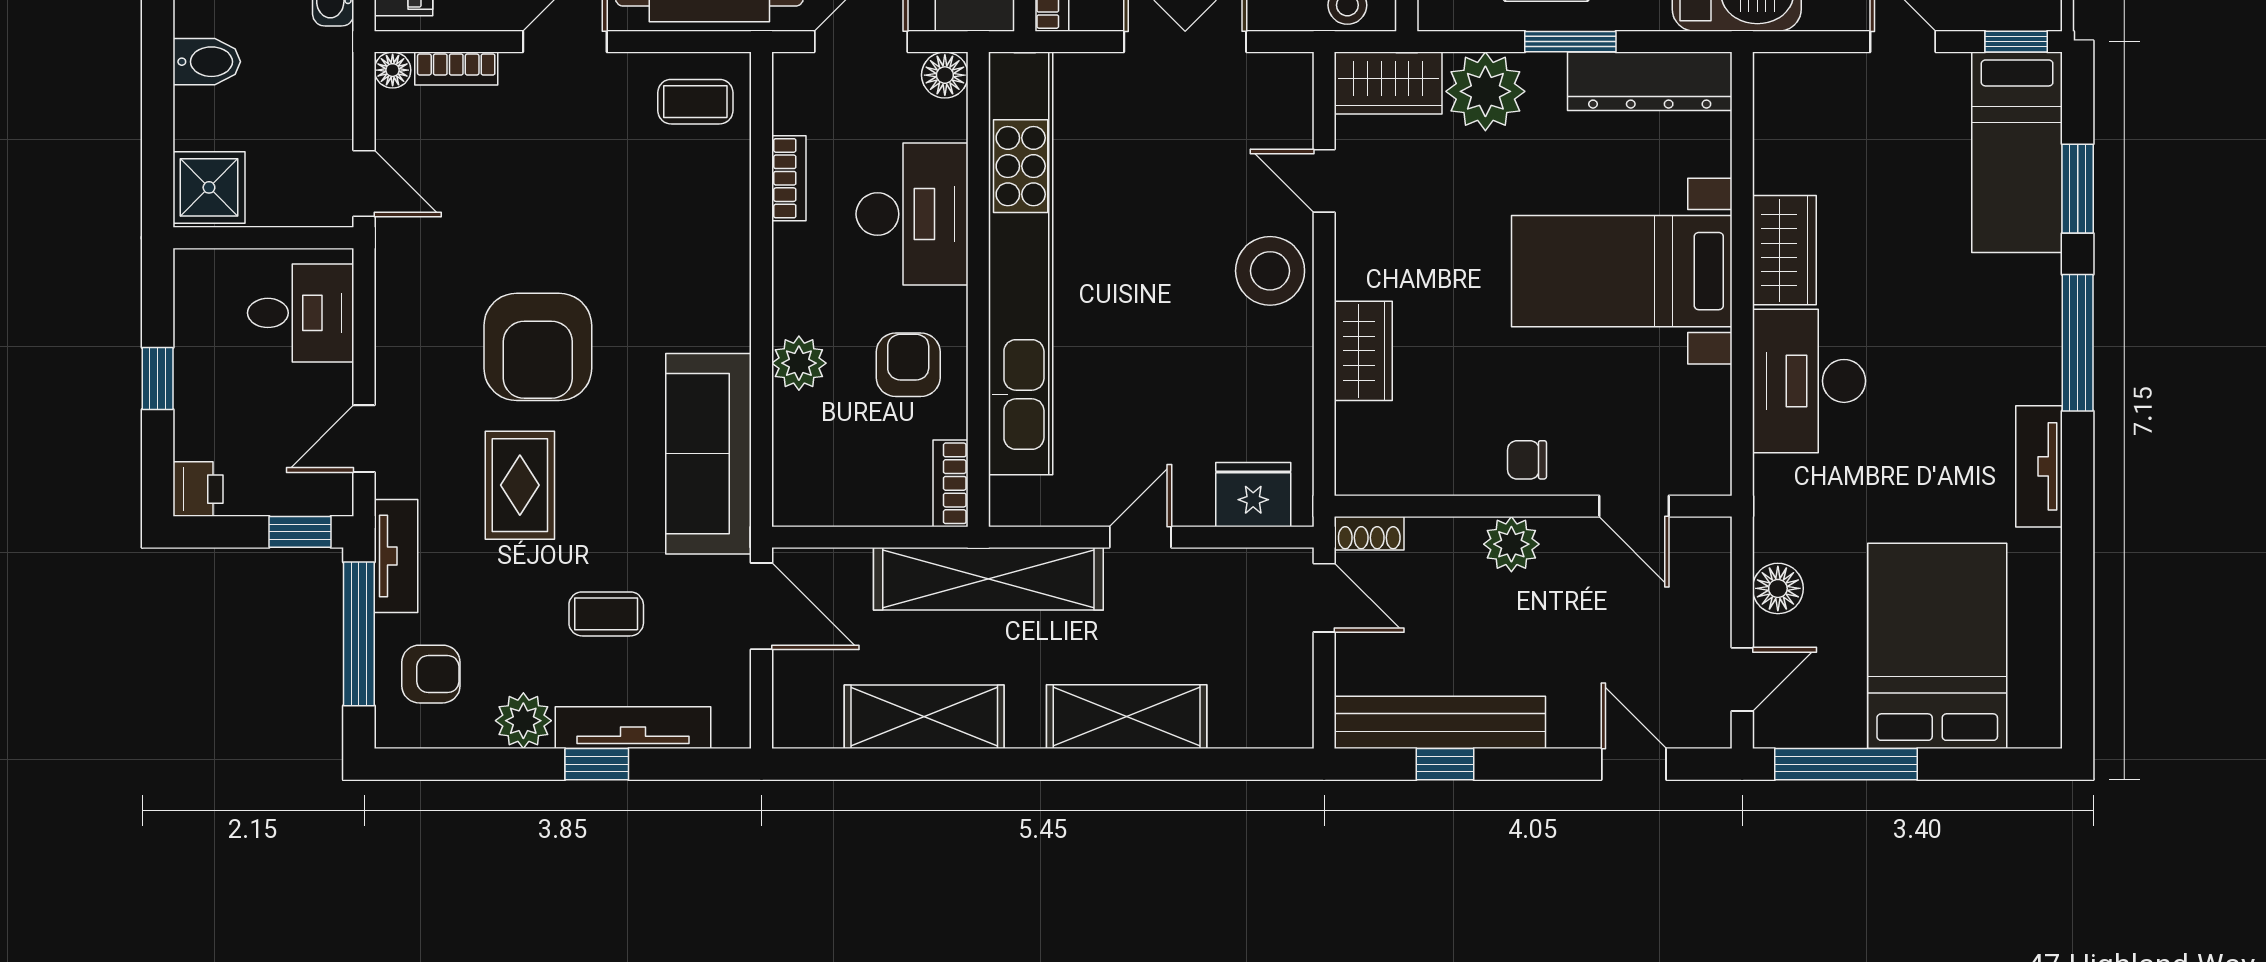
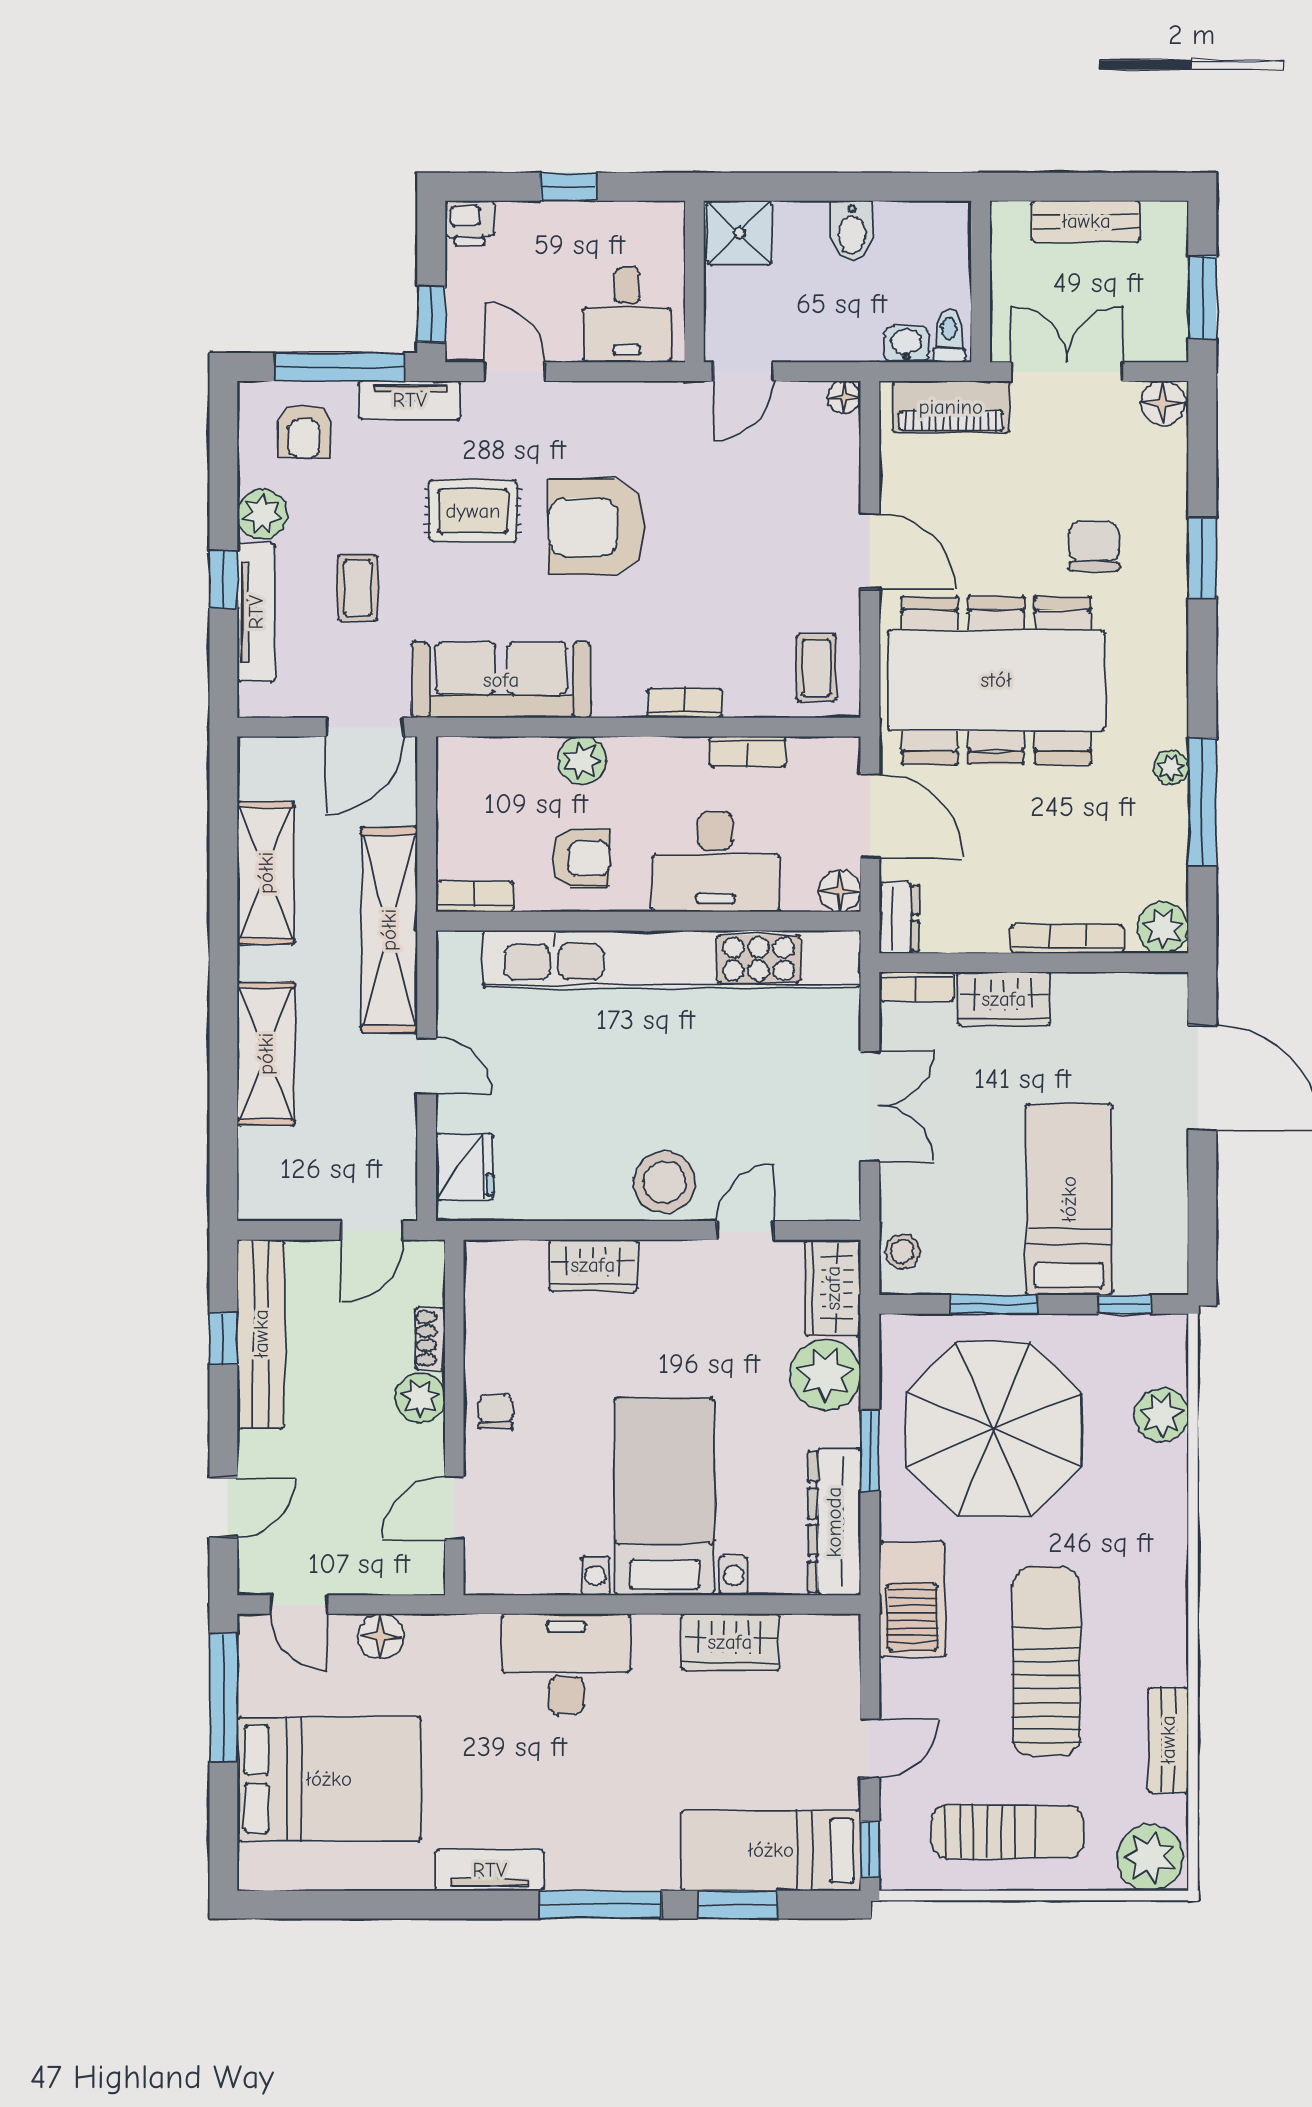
bookcase: (456, 68) -> (685, 703), moved, turned 90
wardrobe: (1784, 250) -> (730, 1642), moved
shoe rack: (1369, 533) -> (430, 1338), moved

